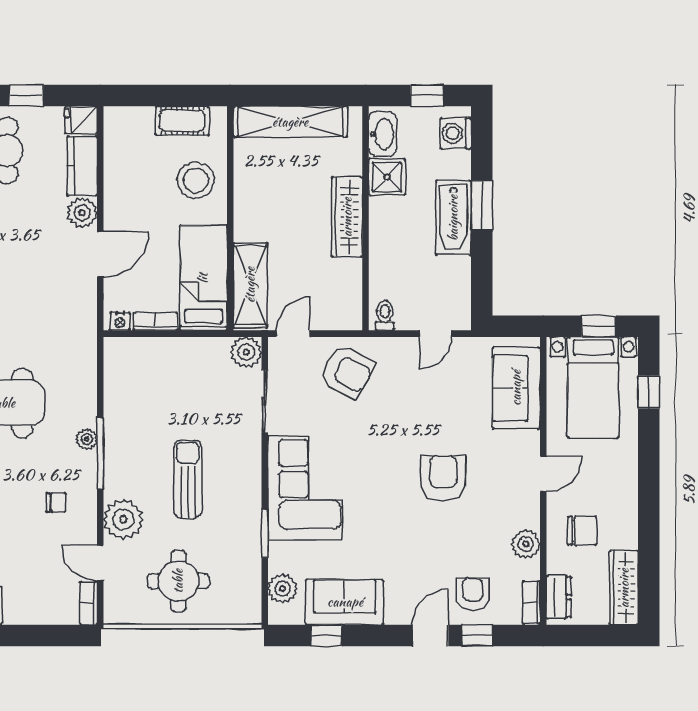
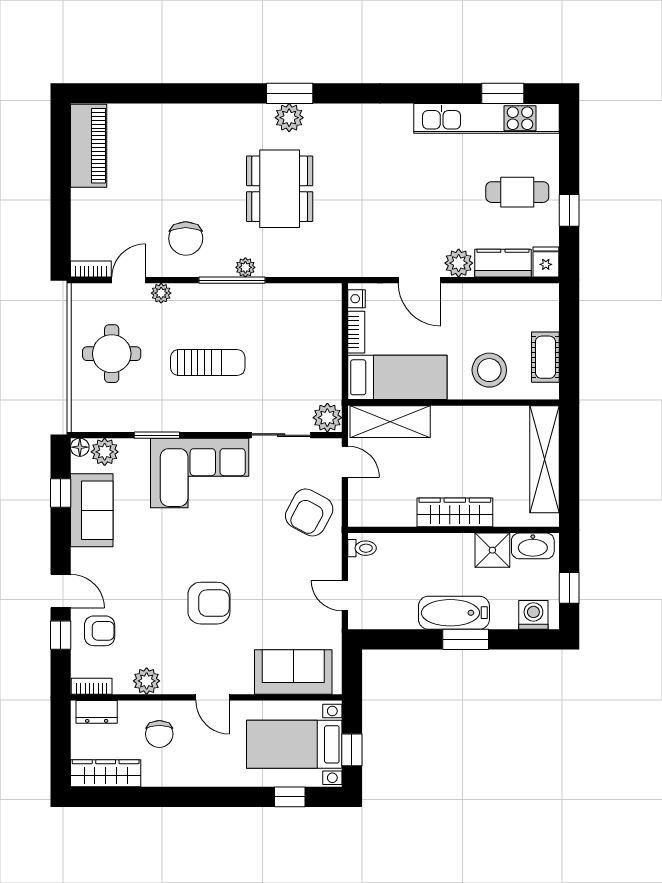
chair: (56, 503) -> (186, 238), width x1.87, depth x1.87
plant: (123, 519) -> (161, 293), width x0.53, depth x0.53
floor lamp: (278, 615) -> (80, 447), added

